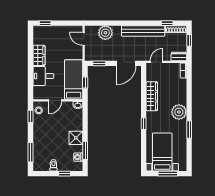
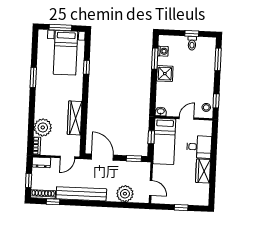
window: (45, 23) -> (181, 208), moved
door: (126, 63) -> (102, 157), hinge flipped
plant: (179, 112) -> (43, 127), moved
window: (144, 124) -> (86, 67), moved
window: (65, 174) -> (192, 34), moved

